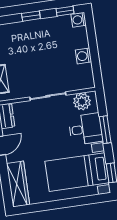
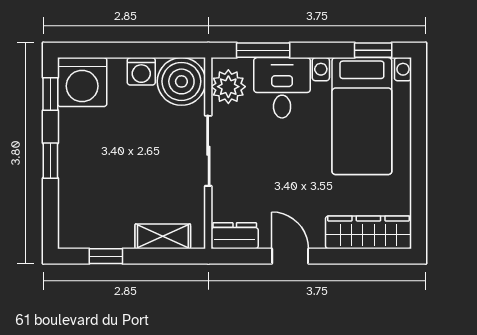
washing machine: (79, 20) -> (82, 82), width x1.89, depth x1.89
boiler: (81, 77) -> (181, 81), added
window: (105, 130) -> (263, 50), moved

